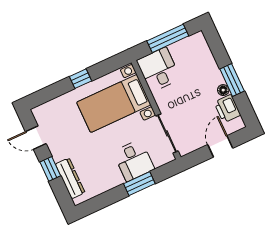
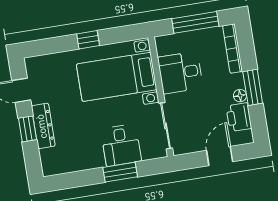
bookcase: (206, 52) -> (233, 49), added
desk: (159, 70) -> (180, 73), moved, turned -90
dresser: (70, 178) -> (43, 126), moved

